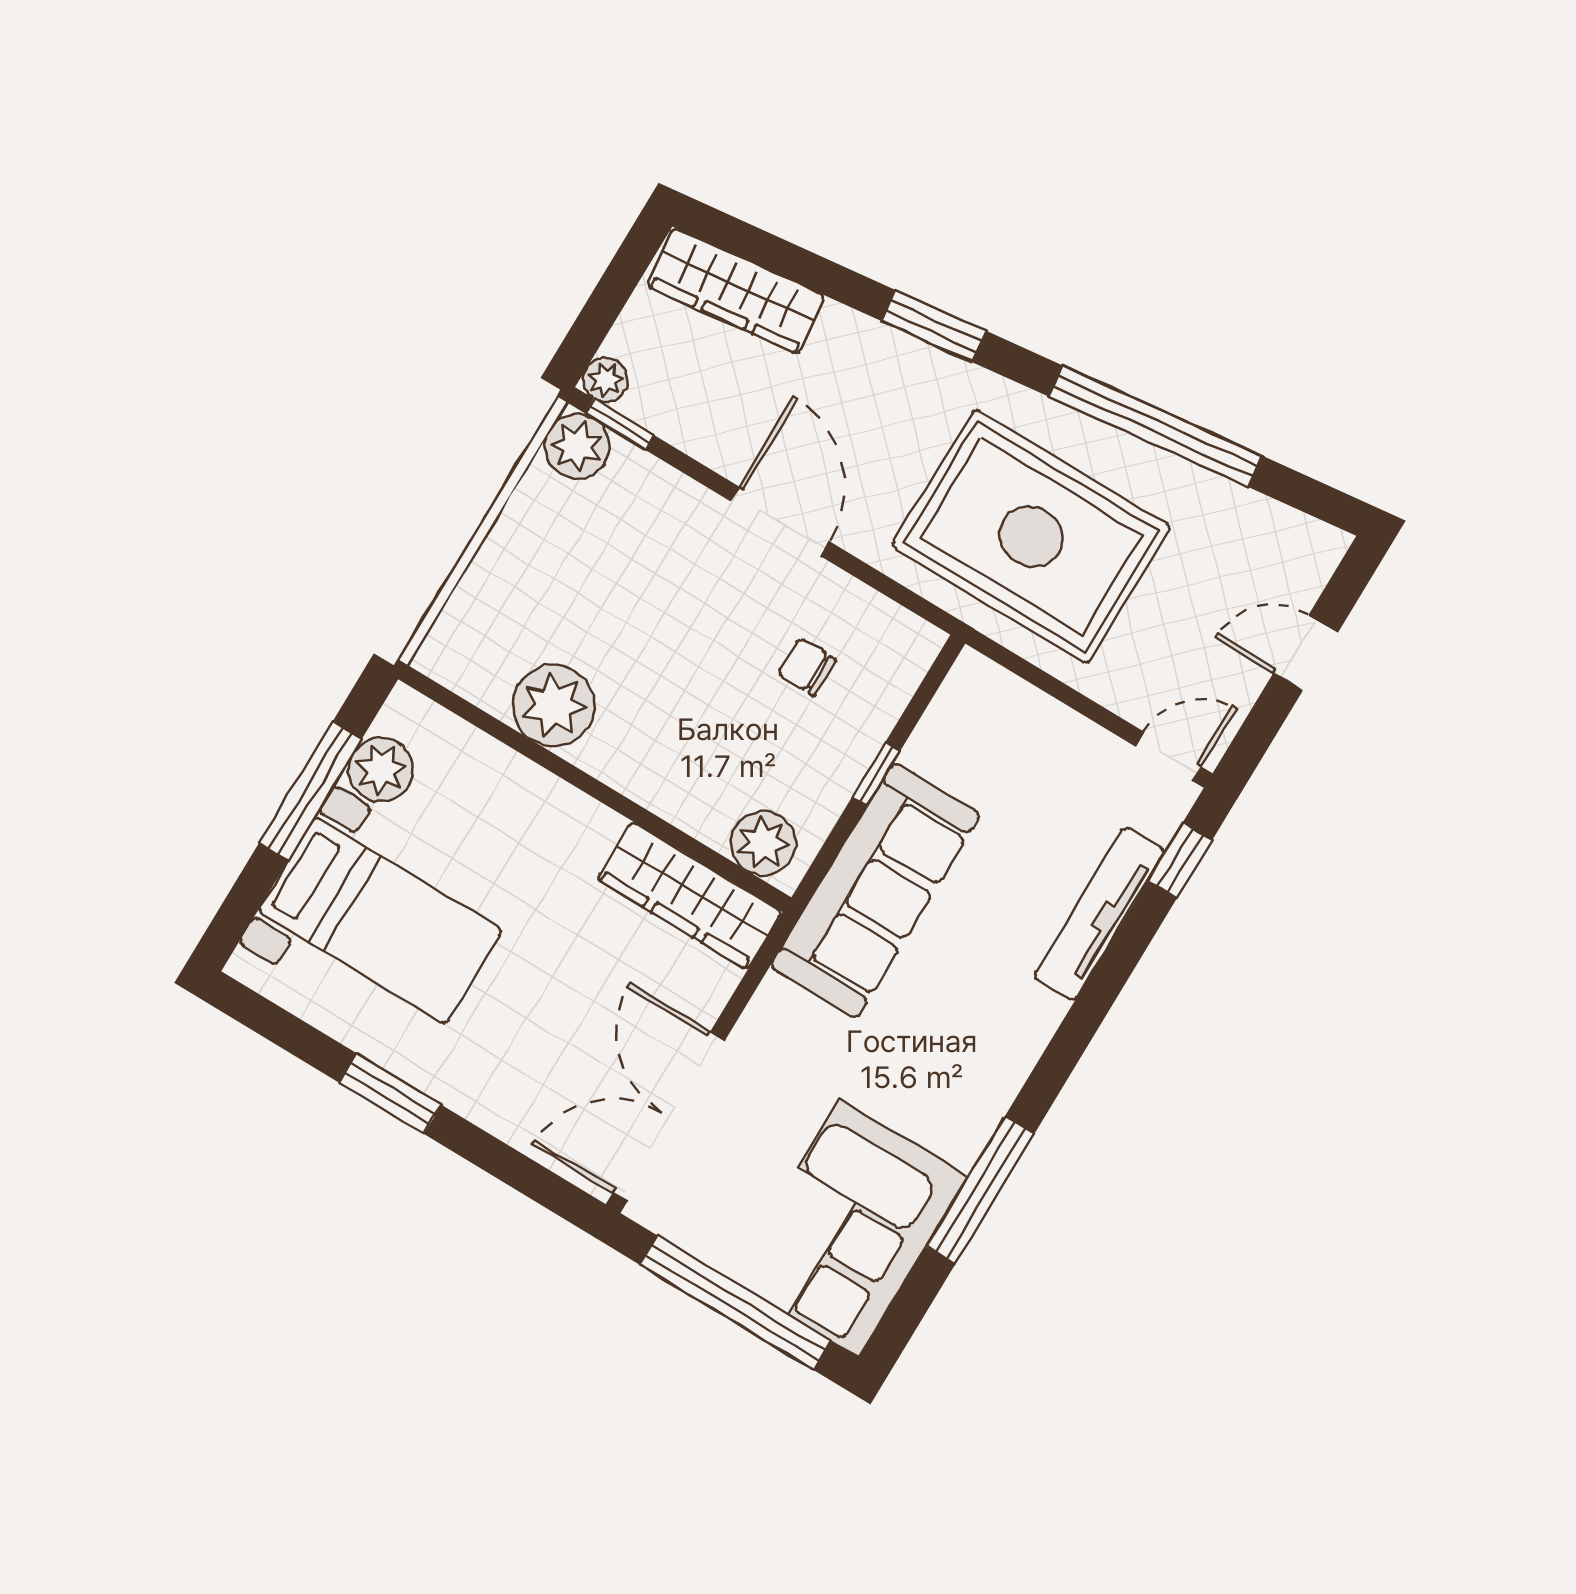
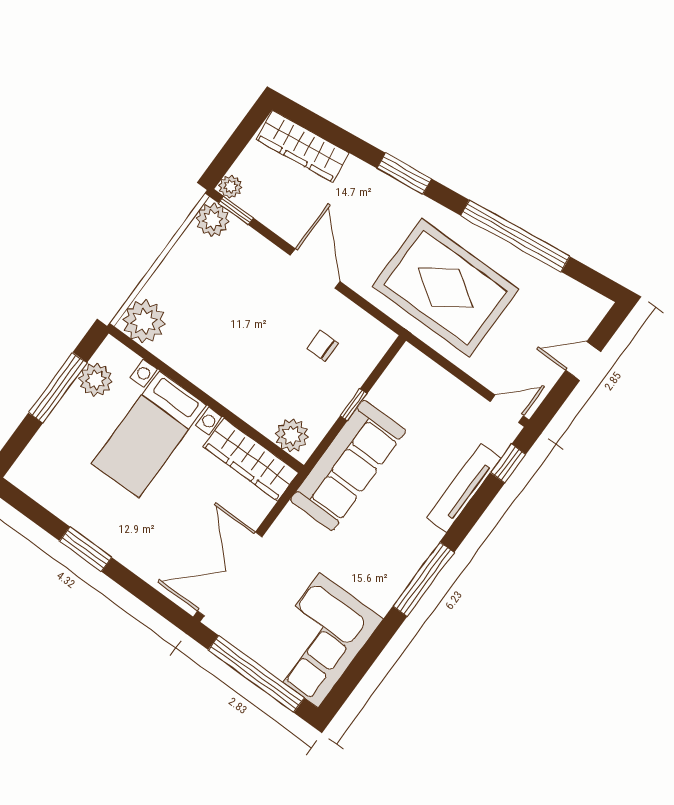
plant: (554, 706) -> (144, 321), moved
bed with nightstands: (380, 921) -> (149, 434), moved, turned 90
window: (980, 1190) -> (423, 579), moved

